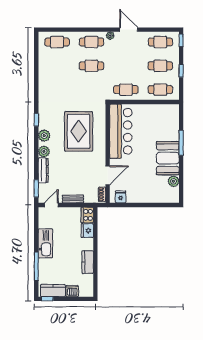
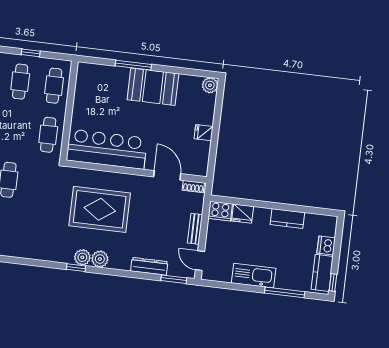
plant: (44, 151) -> (82, 257), moved
plant: (174, 181) -> (210, 85), moved
fridge: (121, 197) -> (204, 133), moved

